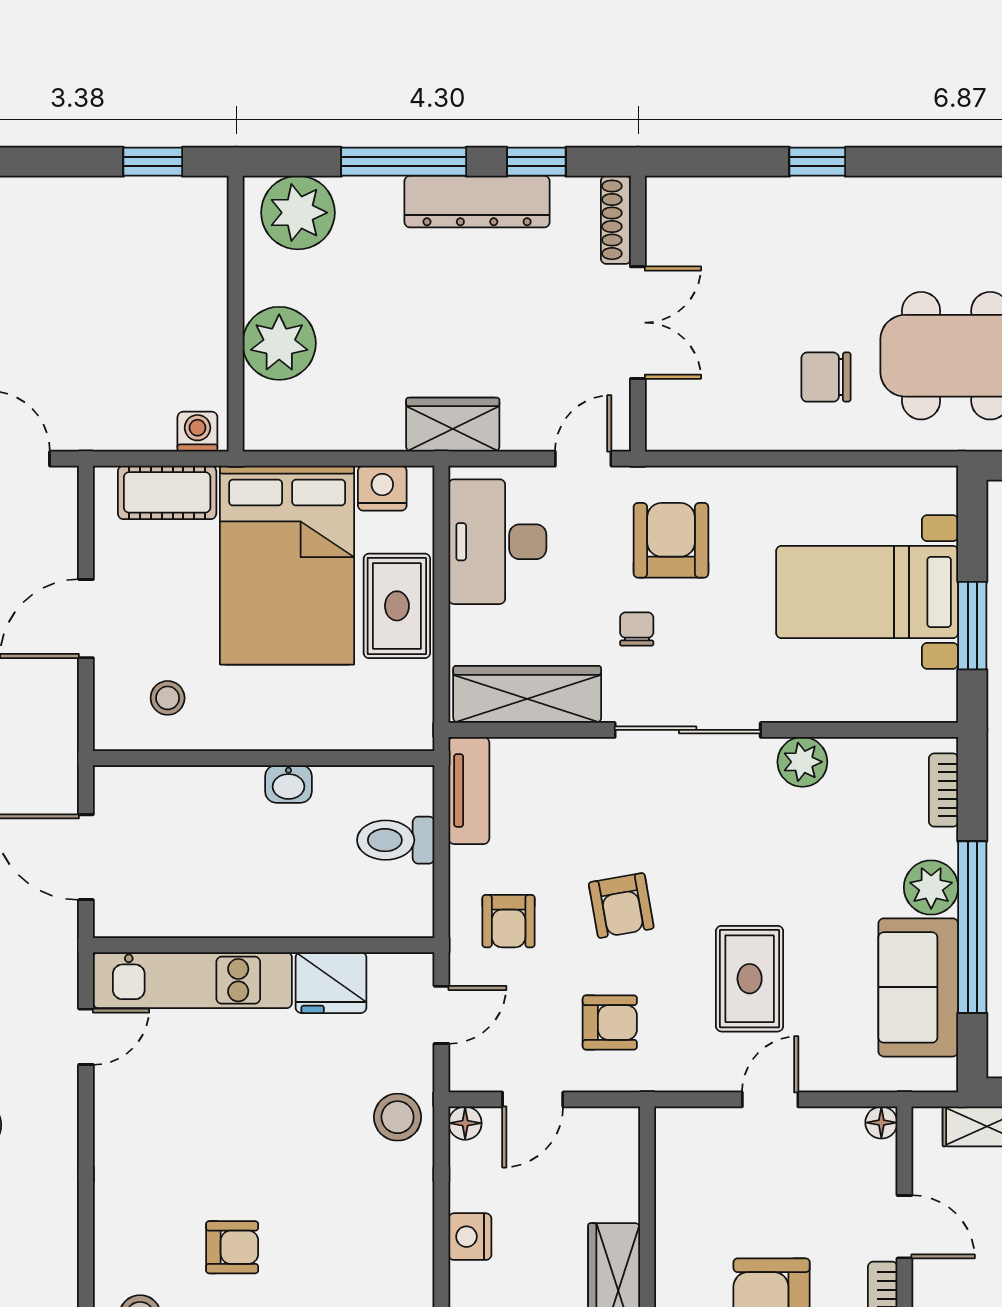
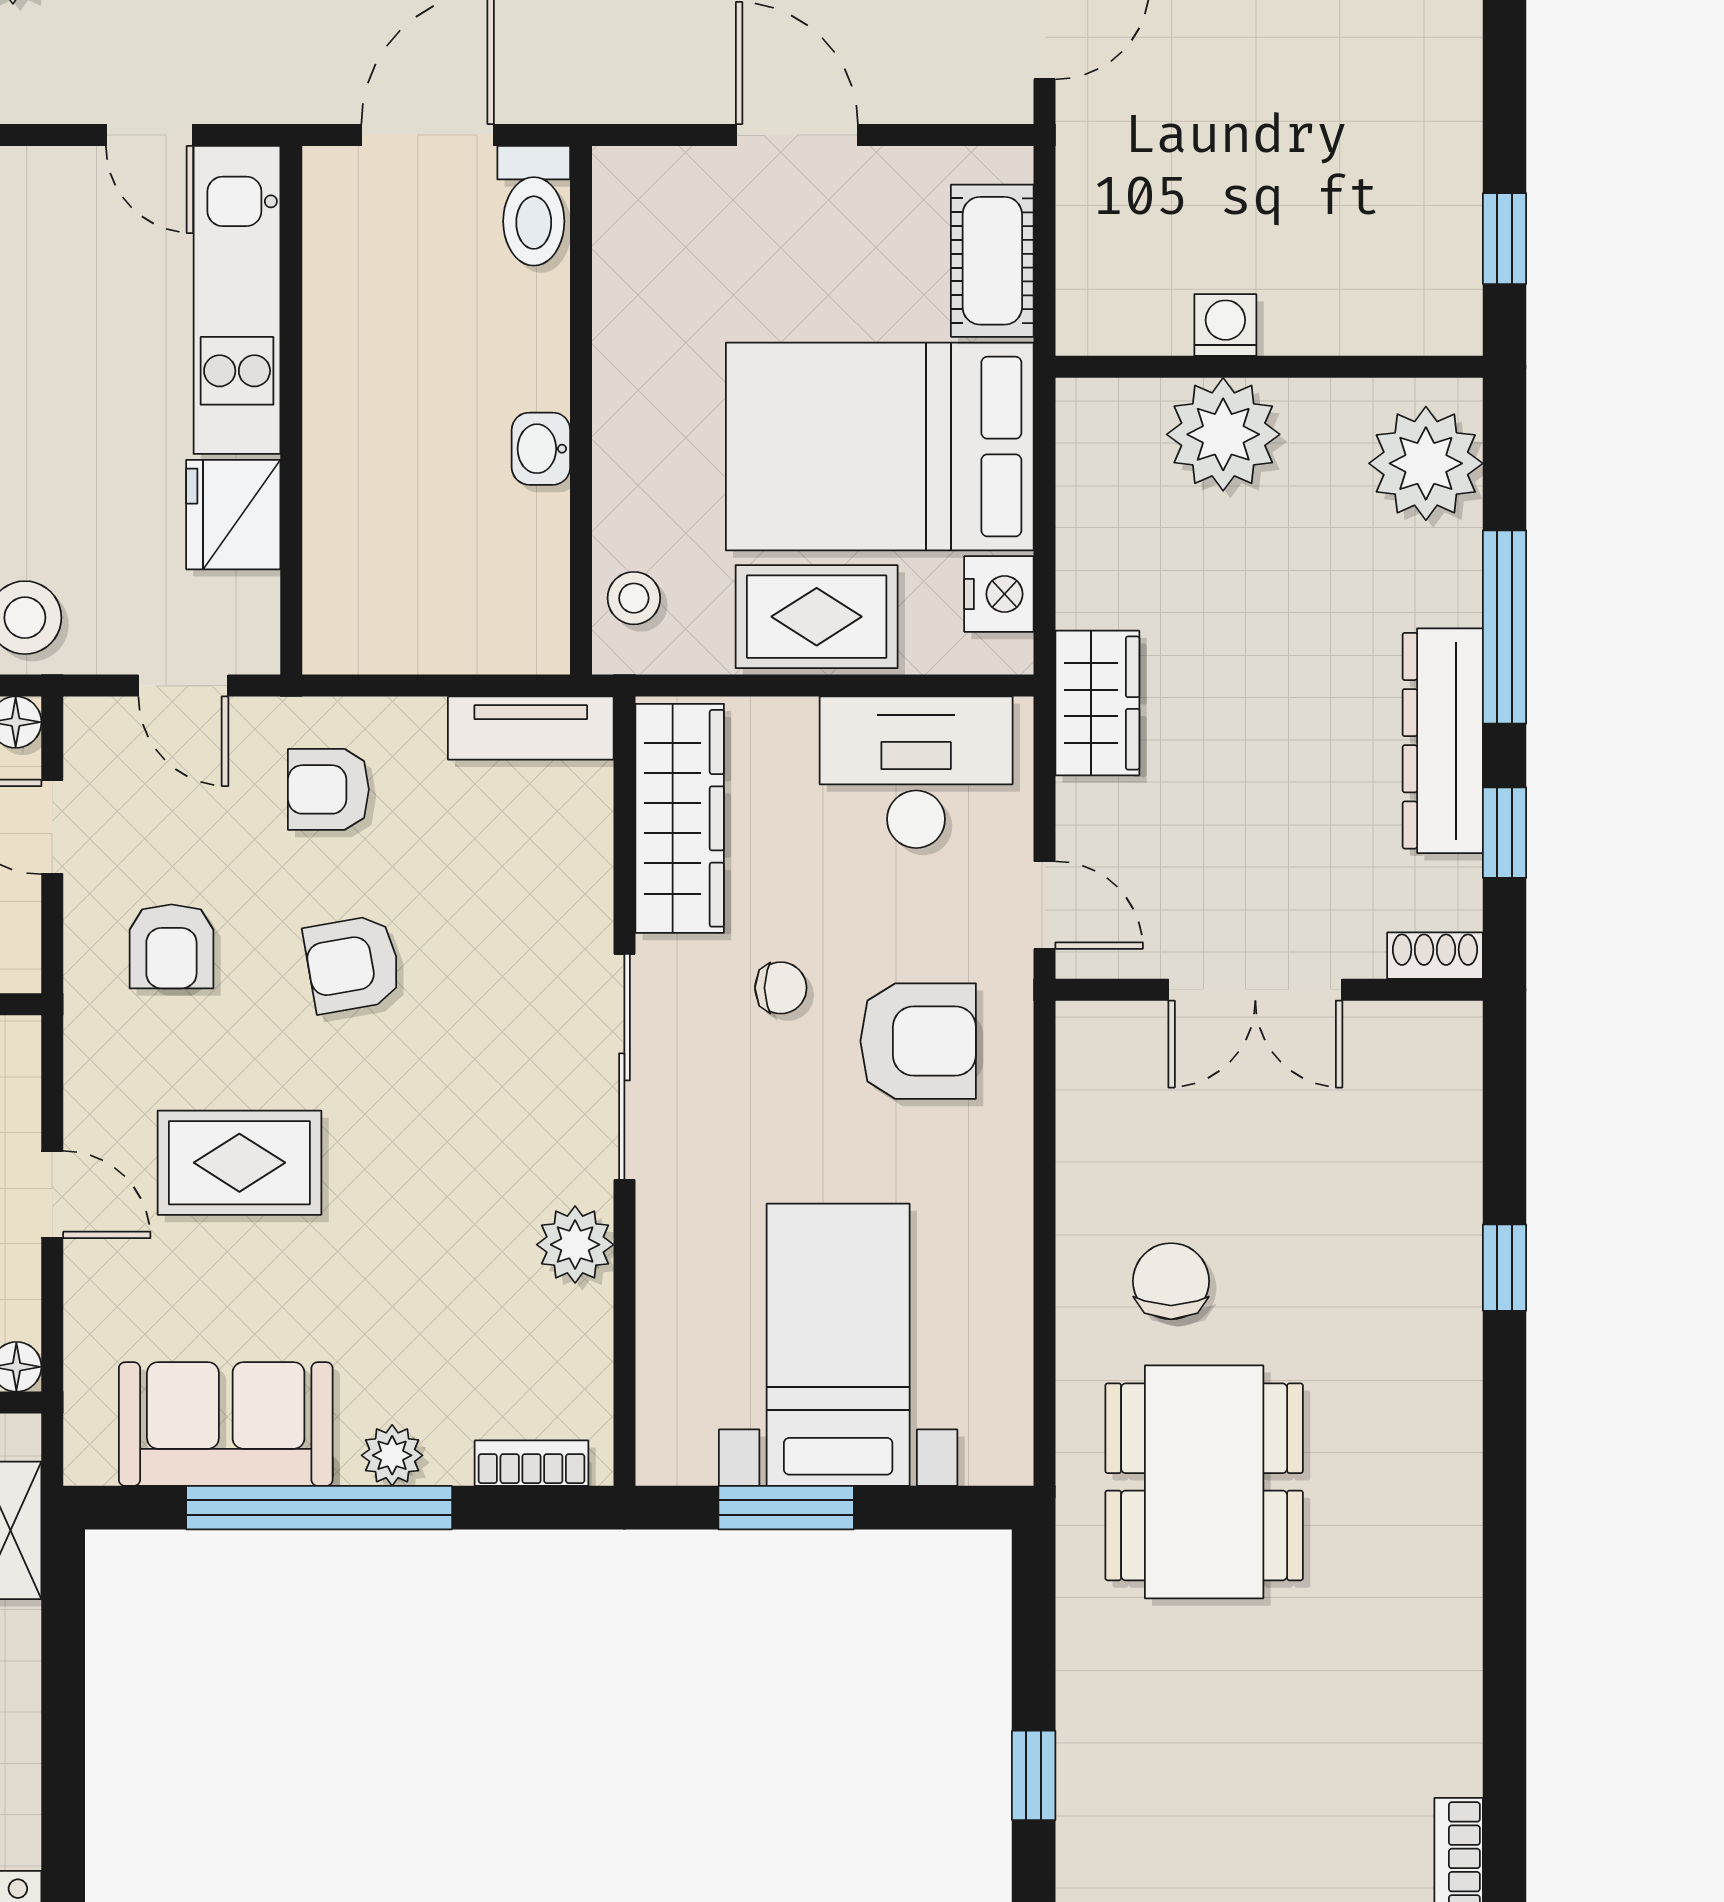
shoe rack: (616, 220) -> (1435, 956), width x0.70
washing machine: (197, 432) -> (1225, 325), moved, turned -90
stool: (168, 698) -> (634, 598), moved
toilet: (396, 840) -> (534, 206), moved, turned 180
plant: (931, 887) -> (392, 1455), width x0.73, depth x0.73

